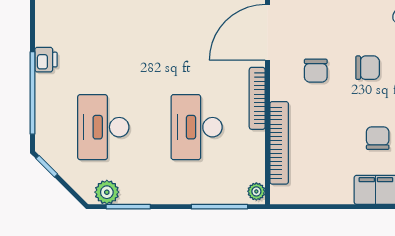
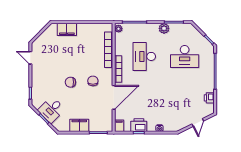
printer: (46, 60) -> (209, 98), moved
desk: (103, 127) -> (185, 56), turned 90
desk: (197, 127) -> (144, 56), turned 180
chair: (378, 138) -> (66, 52), removed
plant: (107, 192) -> (164, 28), moved

